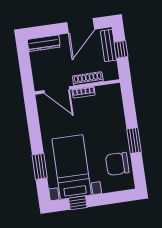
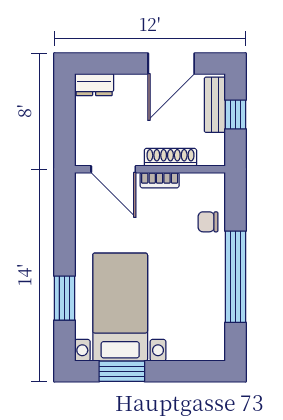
dresser: (44, 43) -> (94, 85), width x0.70
window: (134, 141) -> (235, 277), width x2.11
chair: (117, 164) -> (208, 222), moved, width x0.54, depth x0.54
window: (78, 203) -> (122, 371), width x1.50

